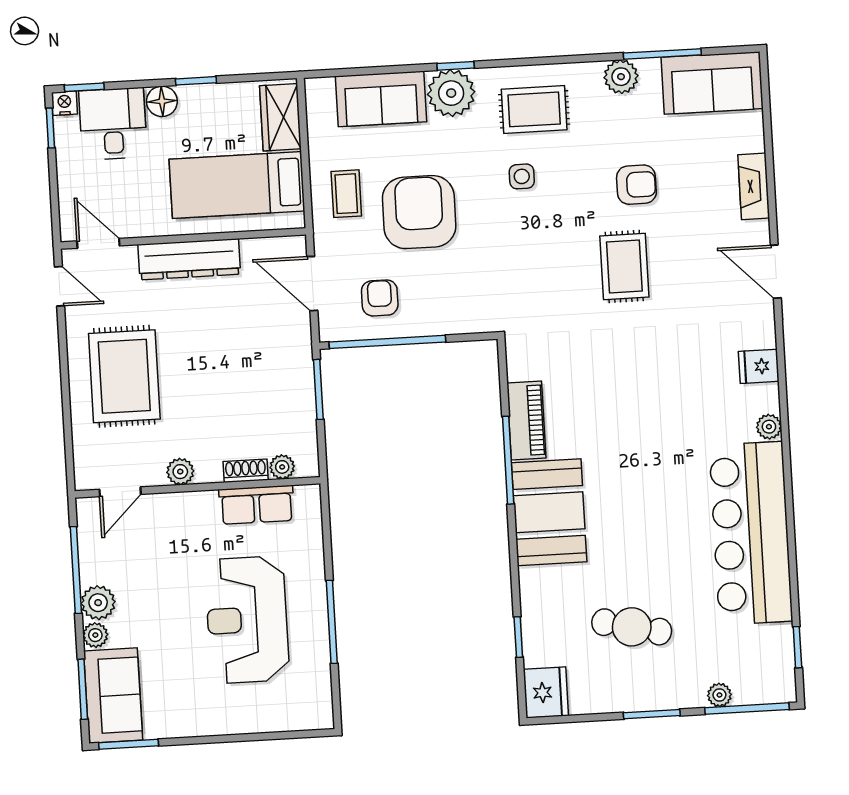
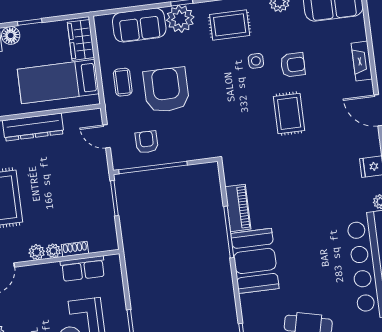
side table: (522, 176) -> (256, 61), moved
door: (312, 284) -> (106, 136), width x0.73
plant: (282, 467) -> (53, 251), moved

